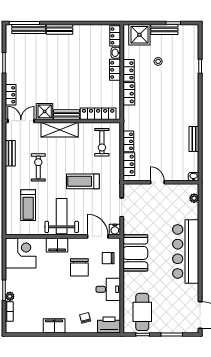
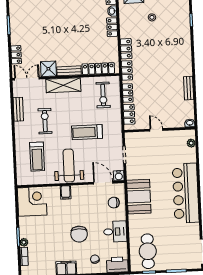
locker: (129, 70) -> (127, 70), moved
filing cabinet: (57, 245) -> (66, 192), width x0.50
chair: (79, 267) -> (79, 234), moved

